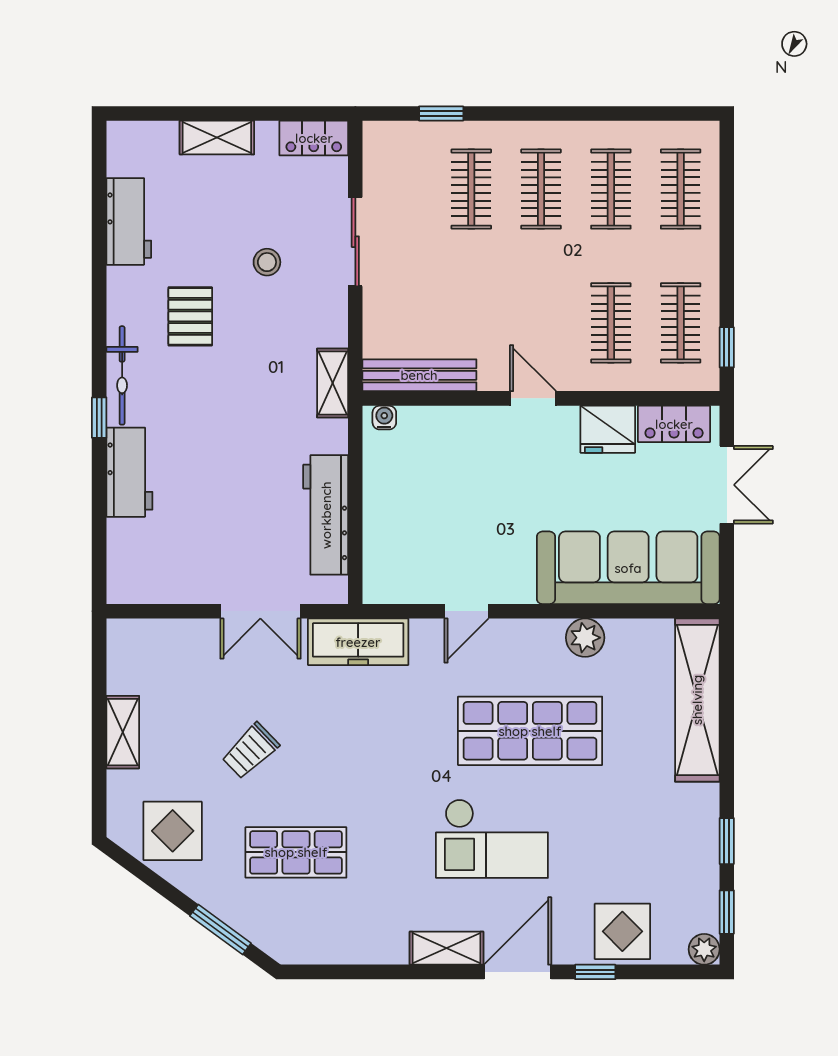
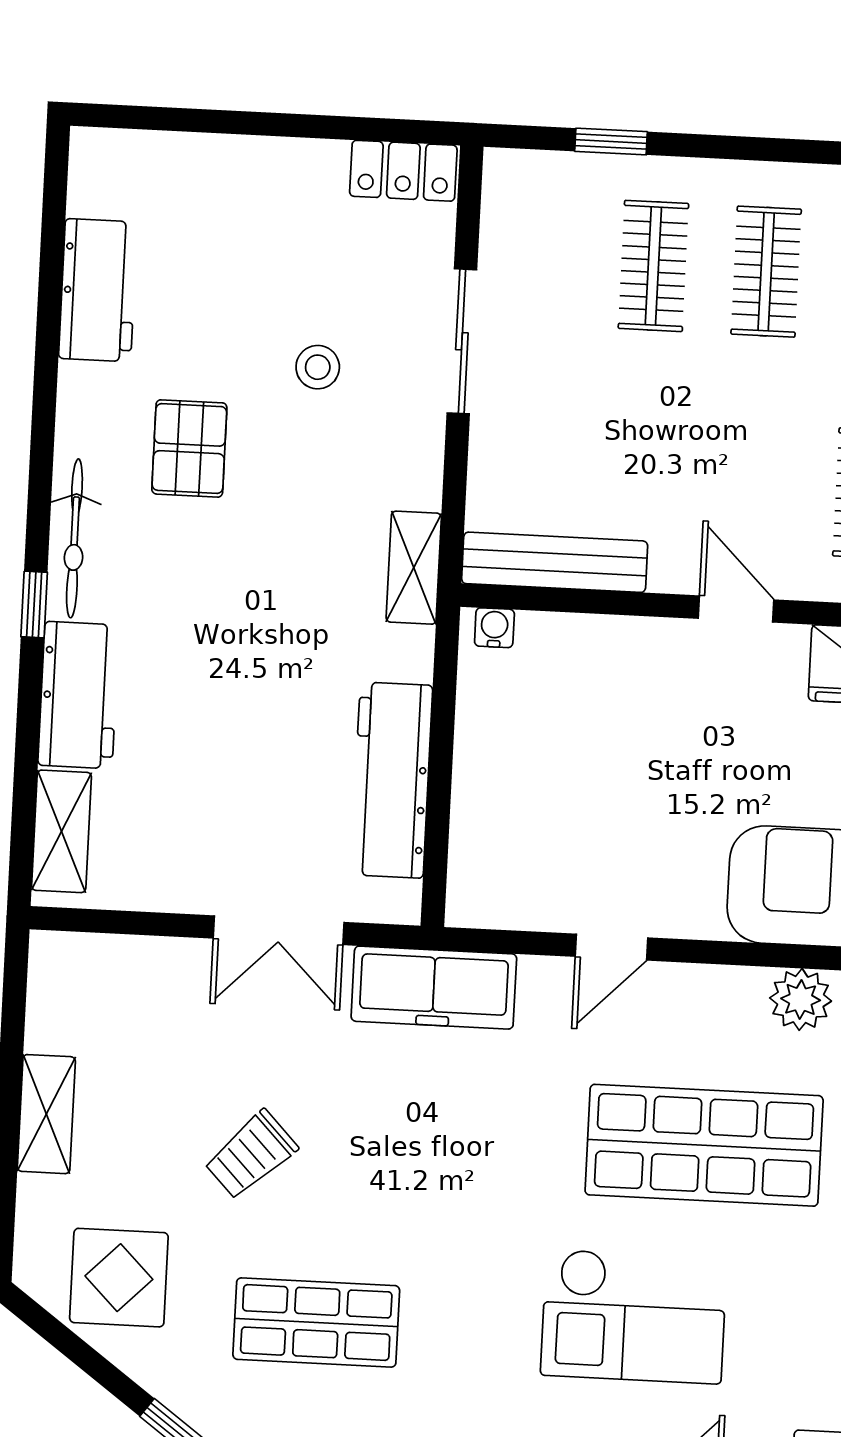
shelving: (217, 138) -> (61, 831), moved, turned 90

